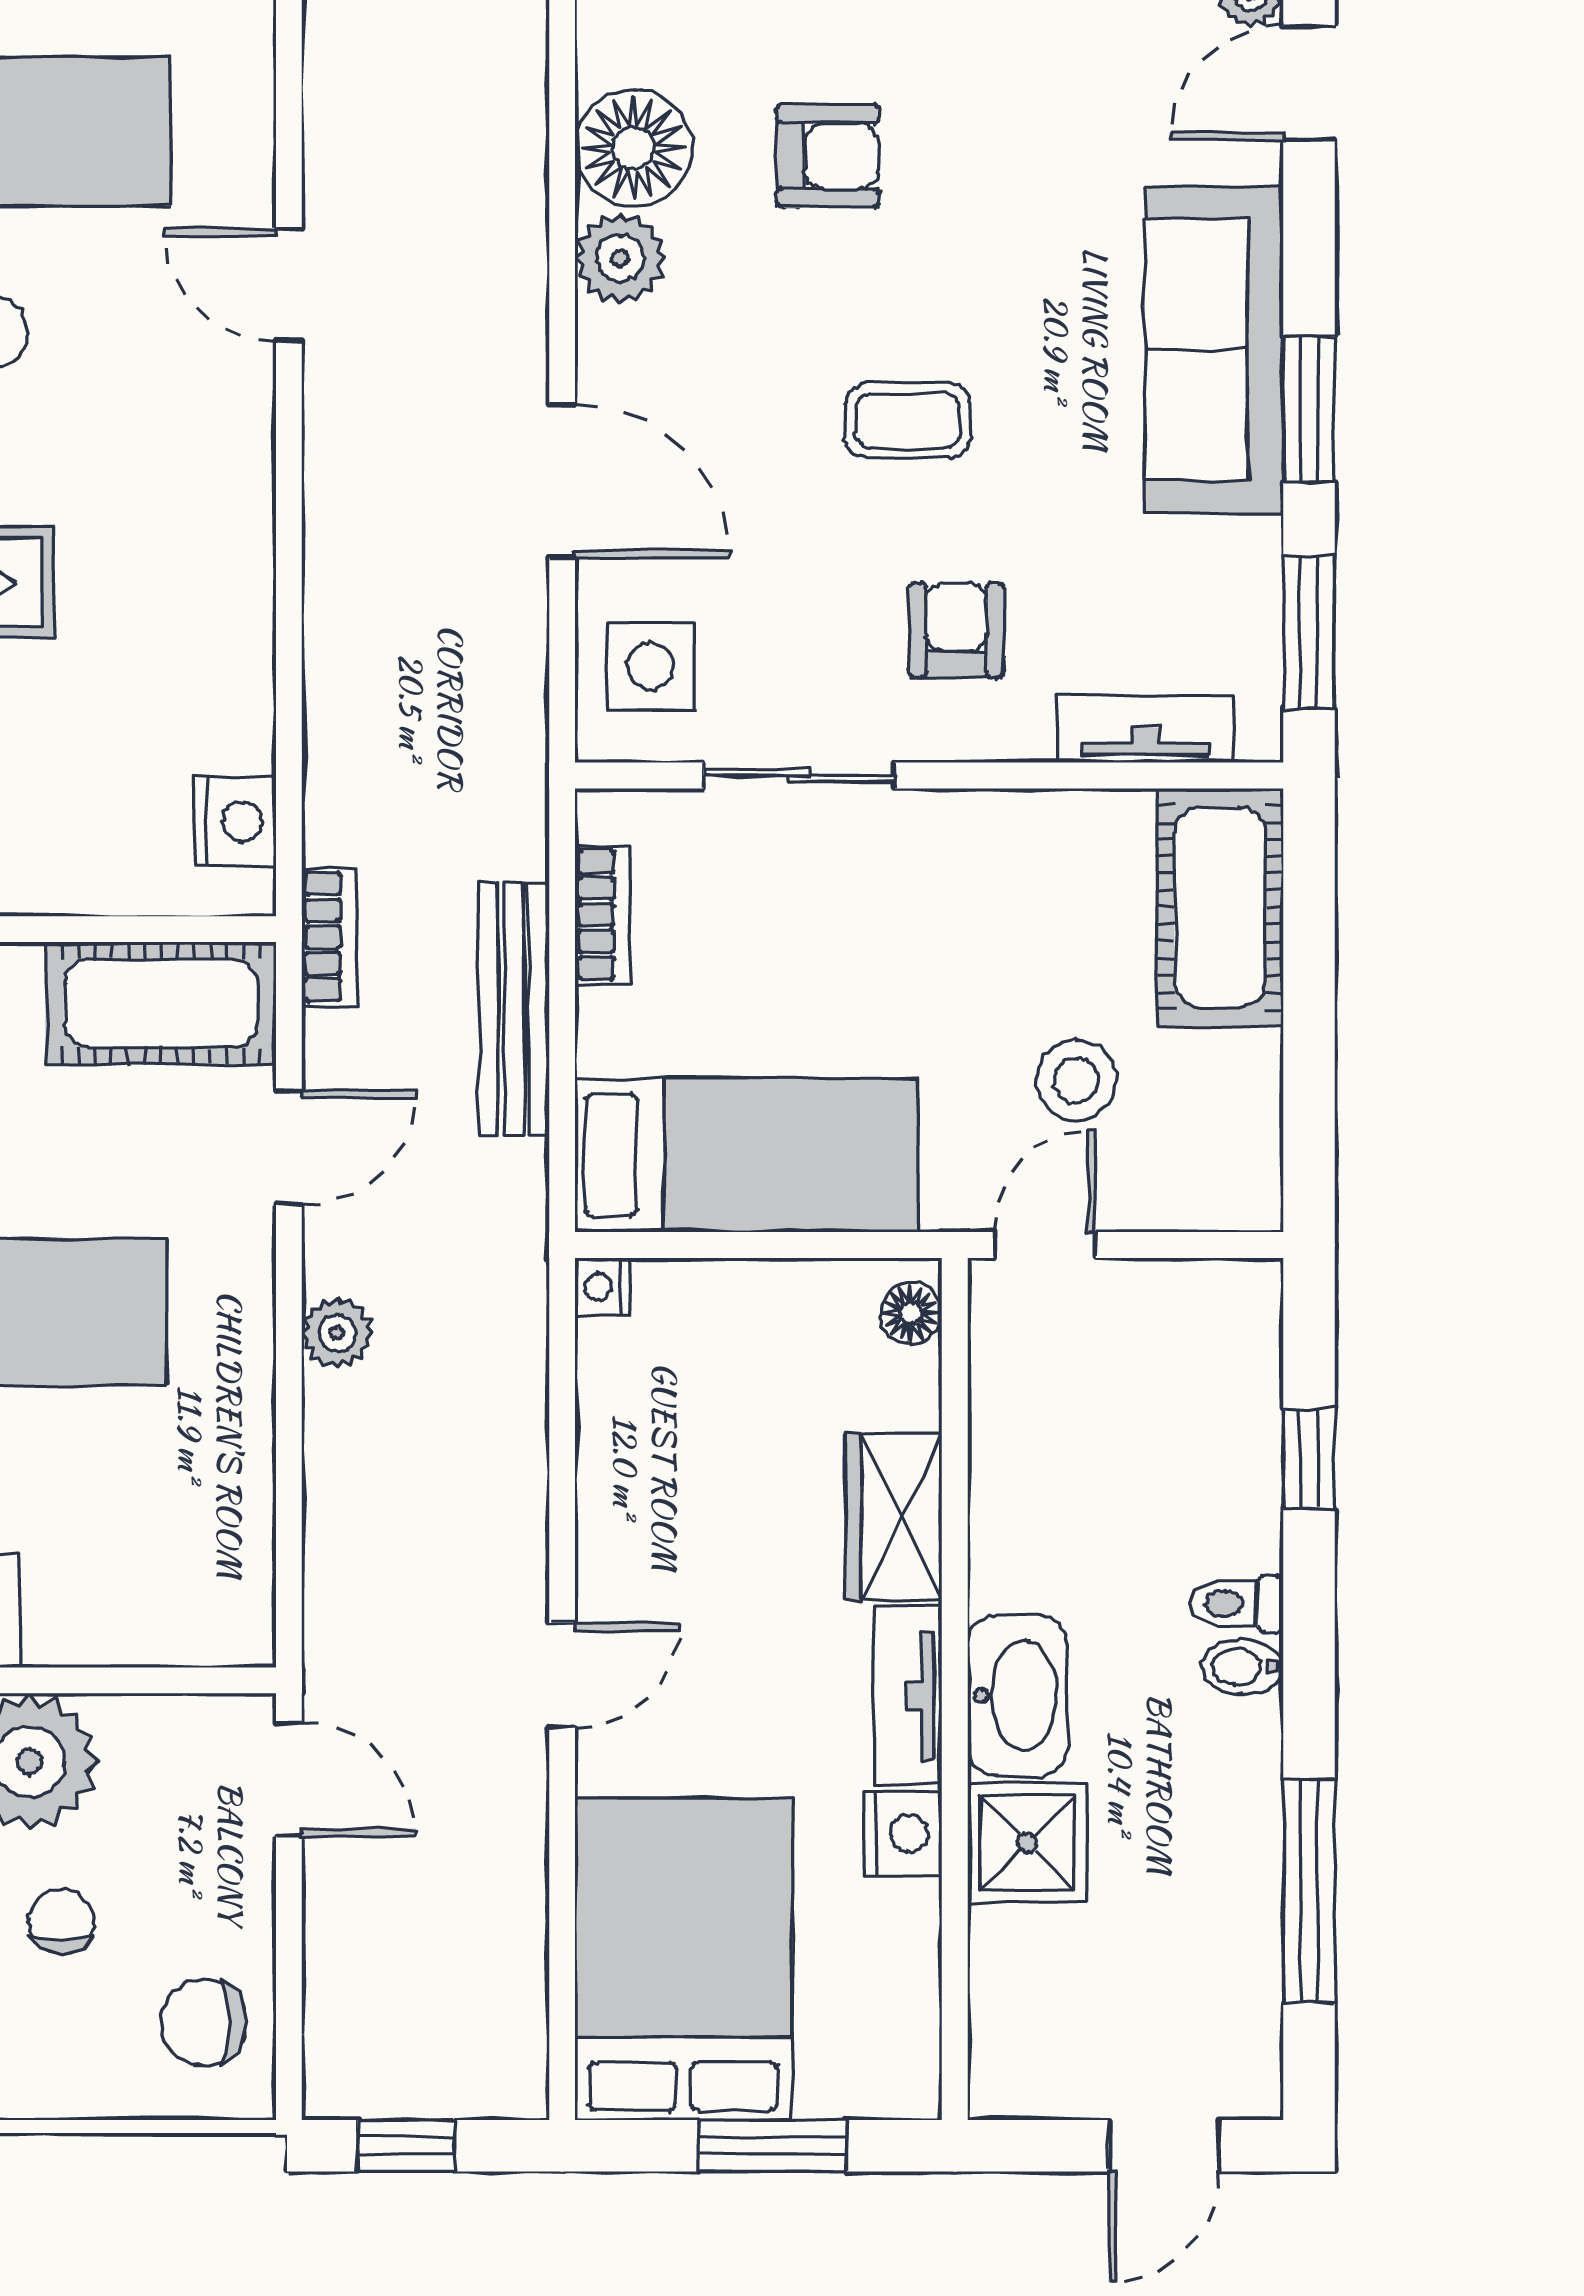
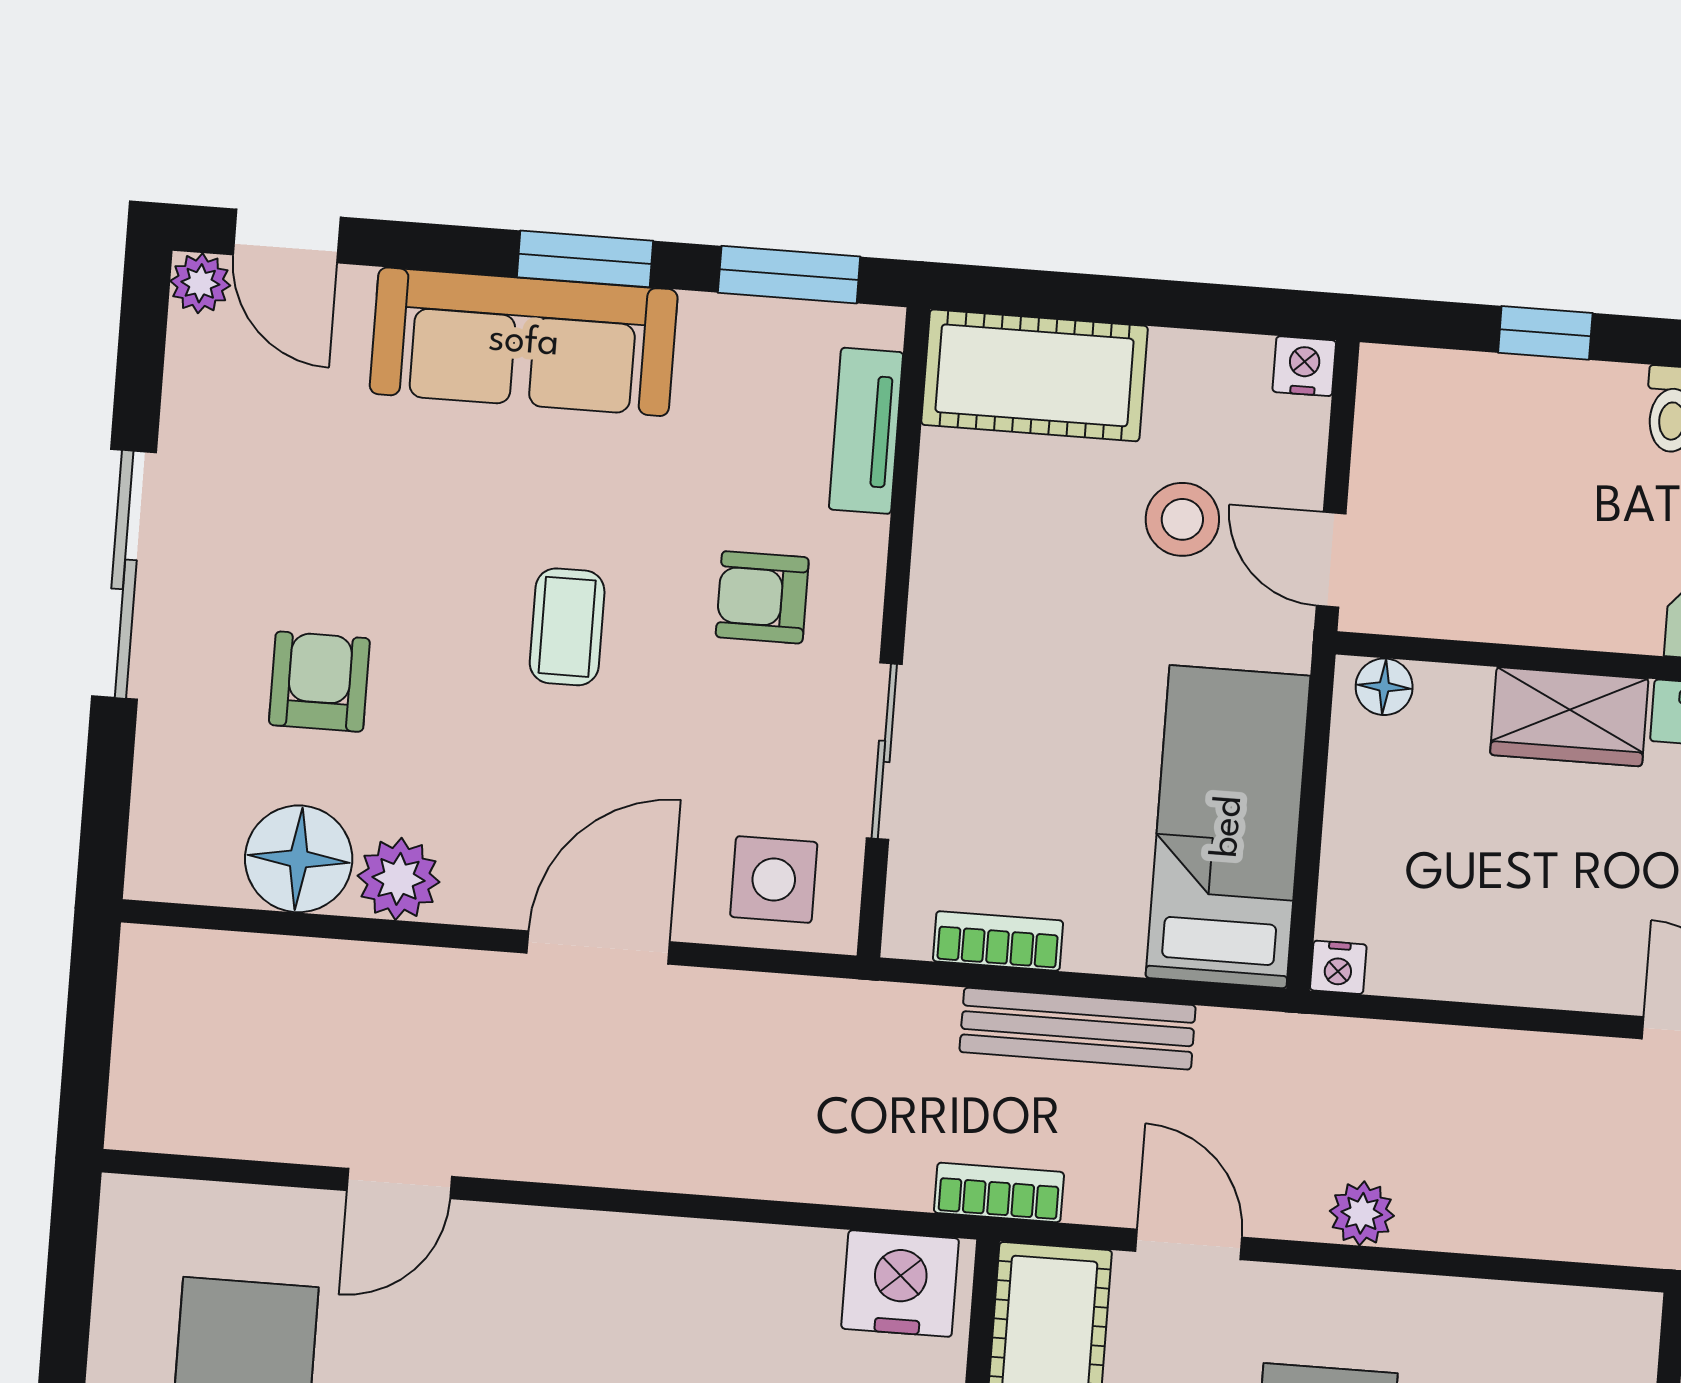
nightstand: (235, 821) -> (900, 1284), width x1.36, depth x1.33
nightstand: (1253, 1200) -> (1304, 366), added

